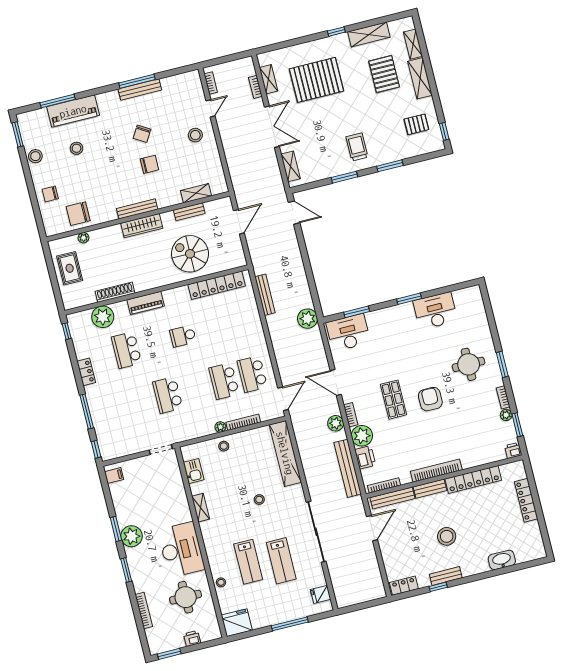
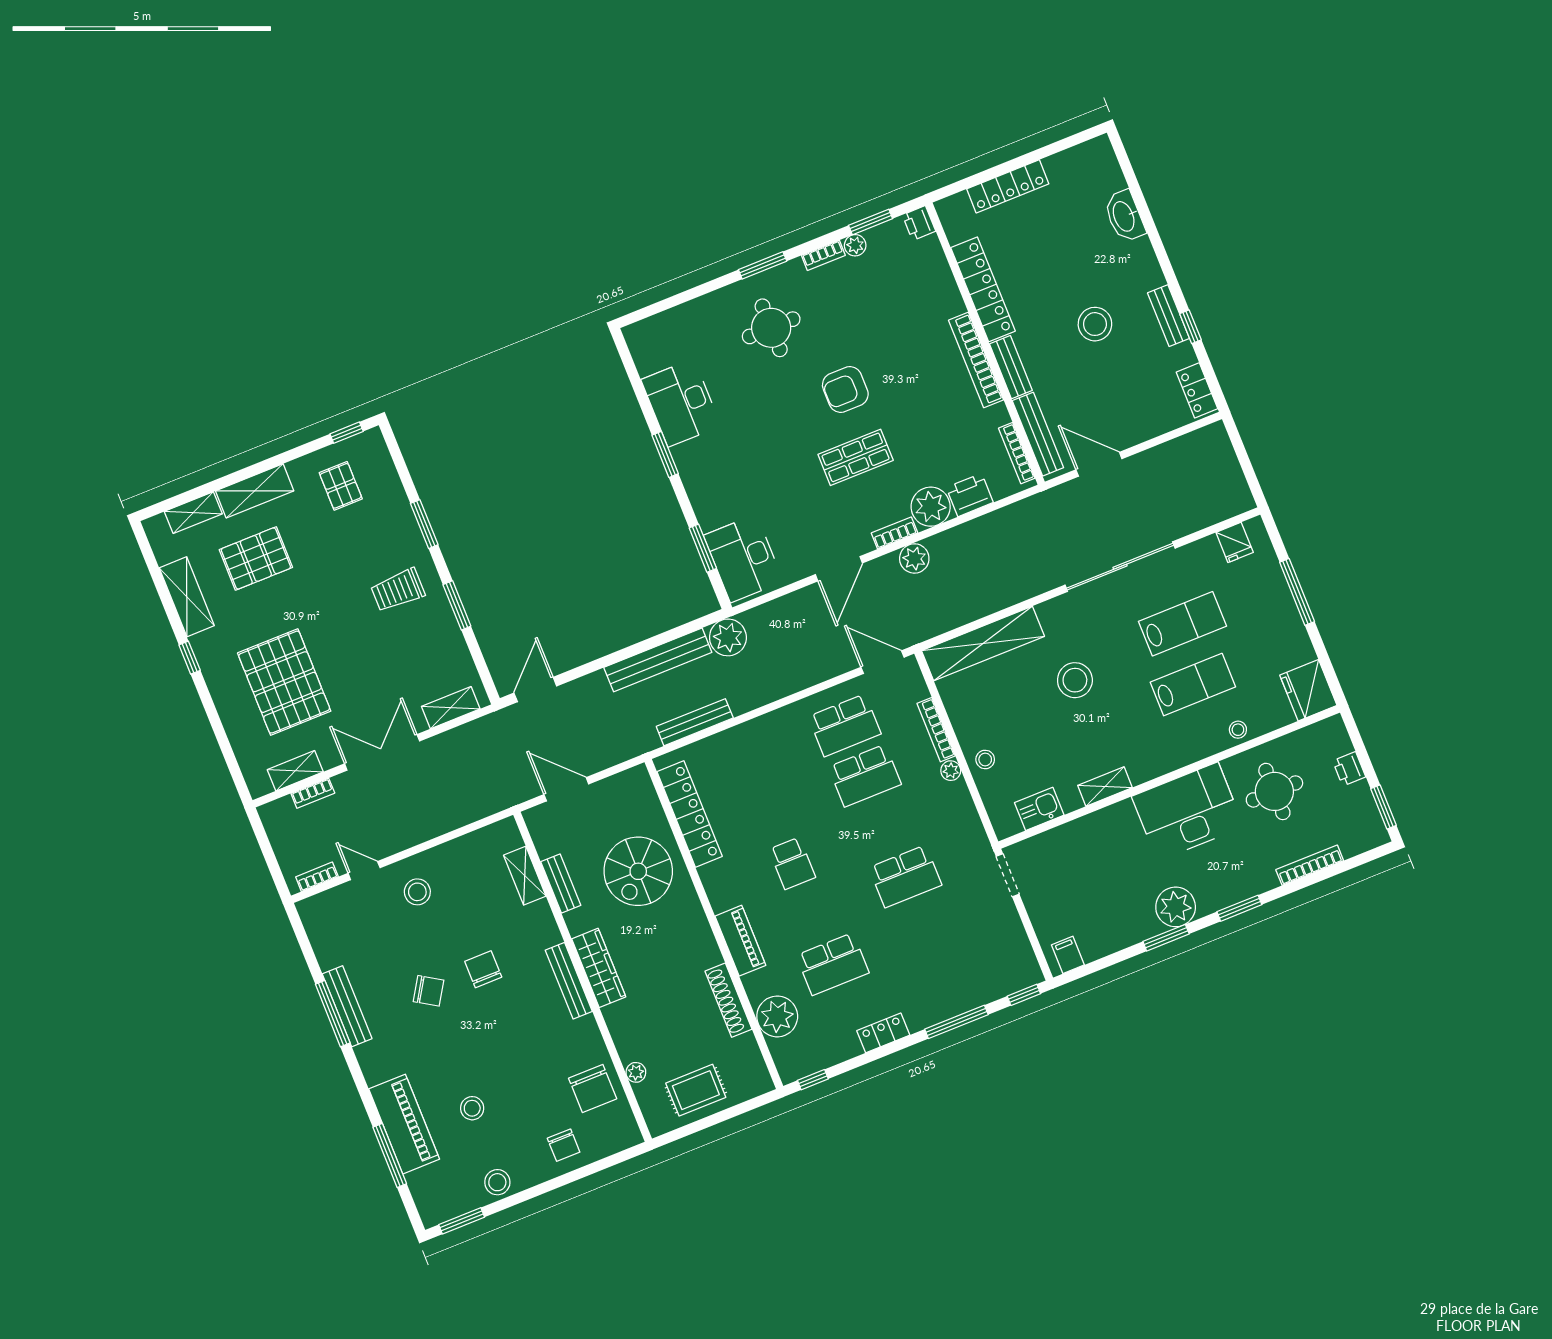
bench: (348, 468) -> (658, 660), moved
stool: (259, 500) -> (1075, 680), width x1.89, depth x1.89

